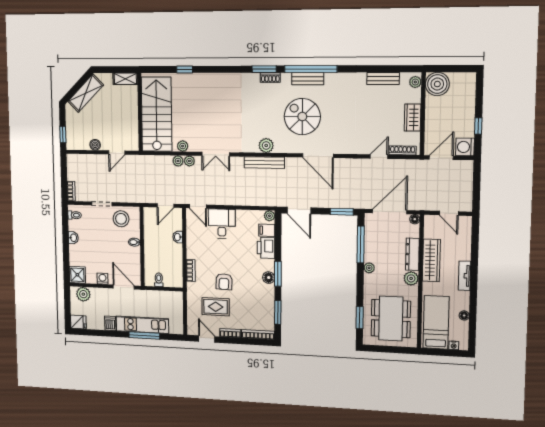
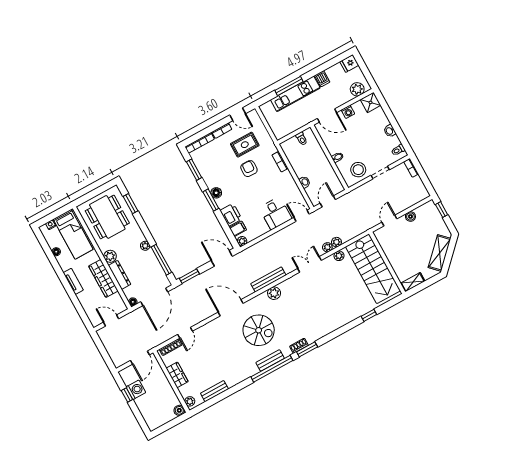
boiler: (437, 84) -> (179, 410), width x0.54, depth x0.54
washing machine: (465, 147) -> (136, 390), moved

